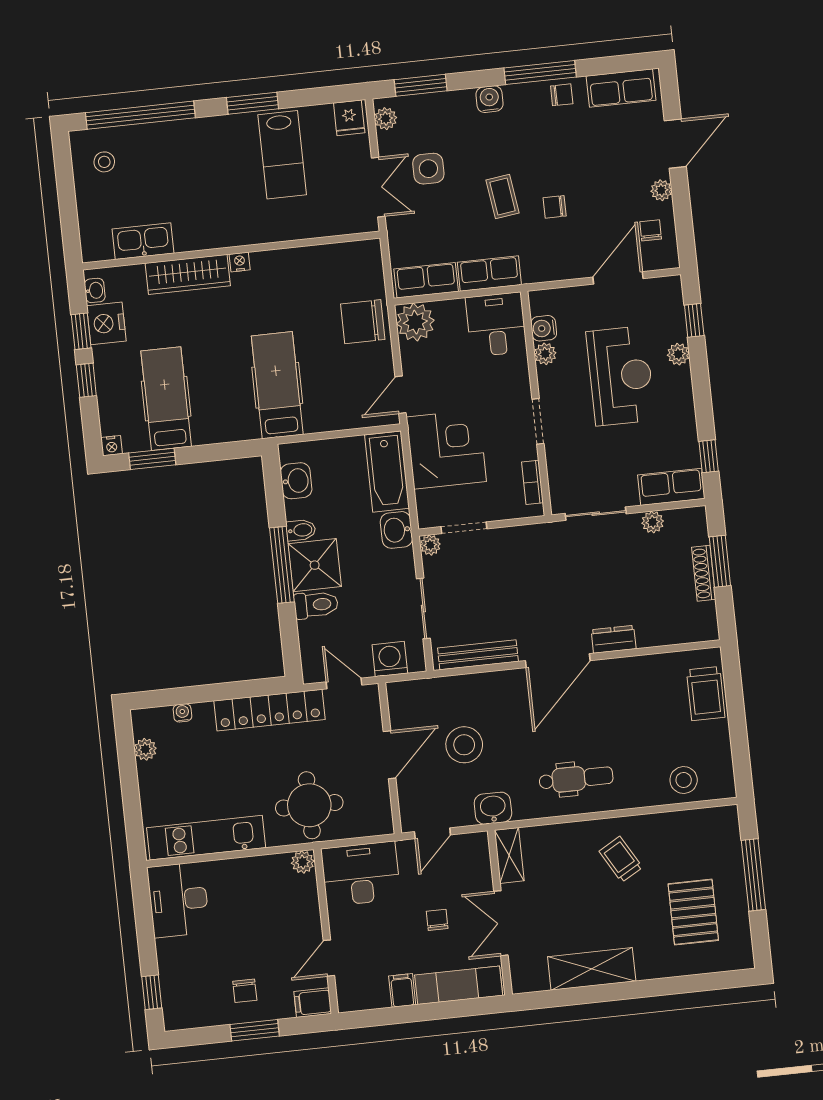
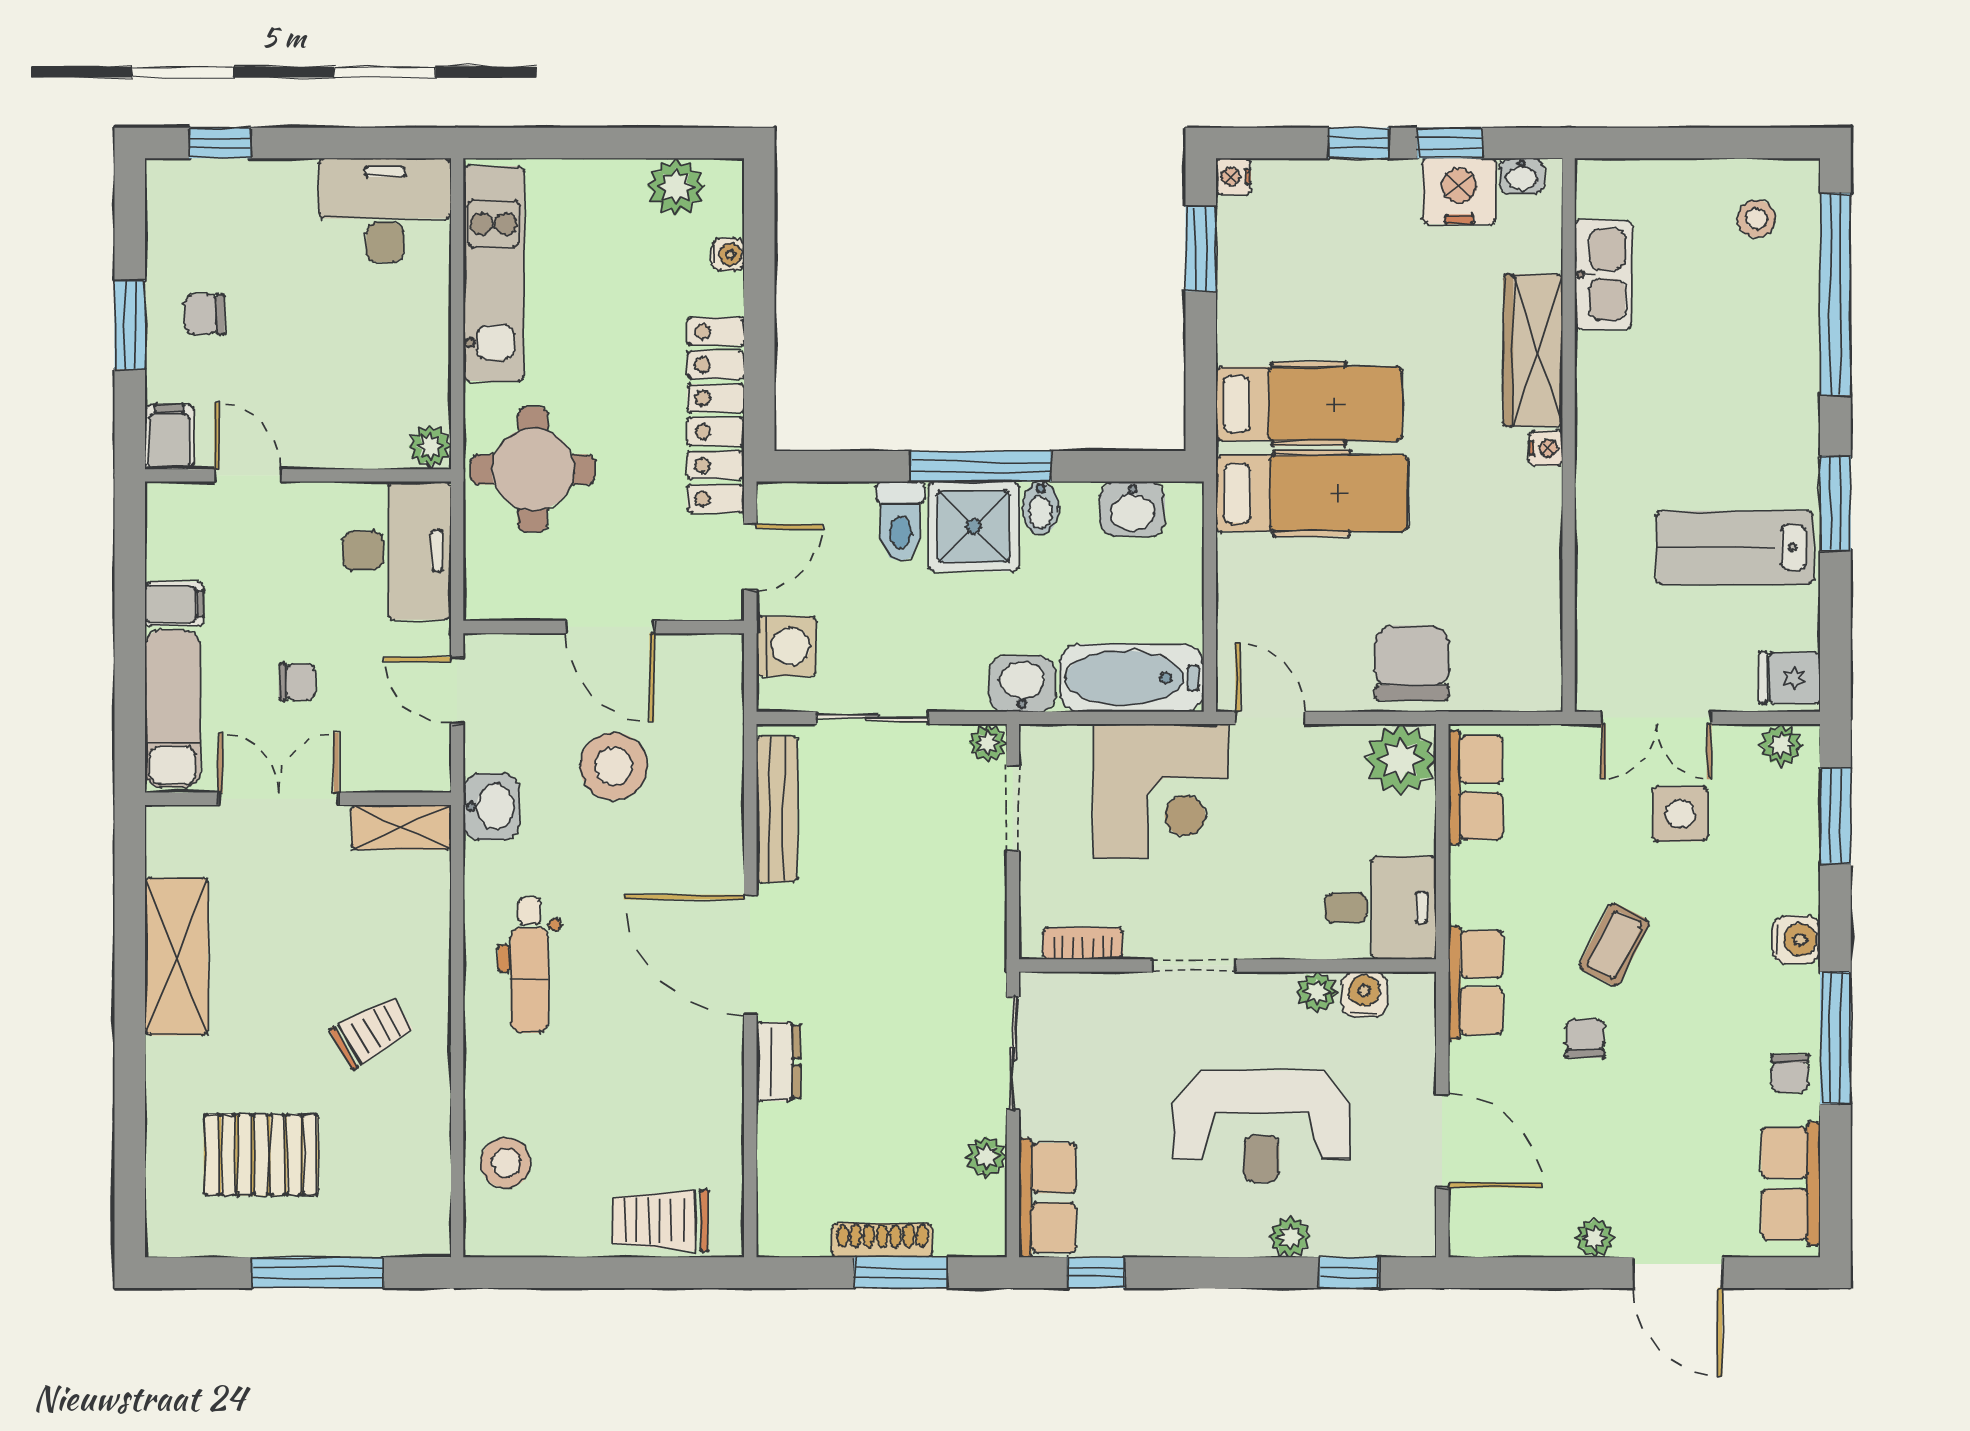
coffee table: (502, 197) -> (1615, 944), turned -55
chair: (651, 230) -> (1523, 1210), removed
row of seats: (489, 274) -> (1475, 983), moved
hospital bed: (166, 399) -> (1309, 404), moved
plant: (145, 749) -> (676, 187), width x1.38, depth x1.38

